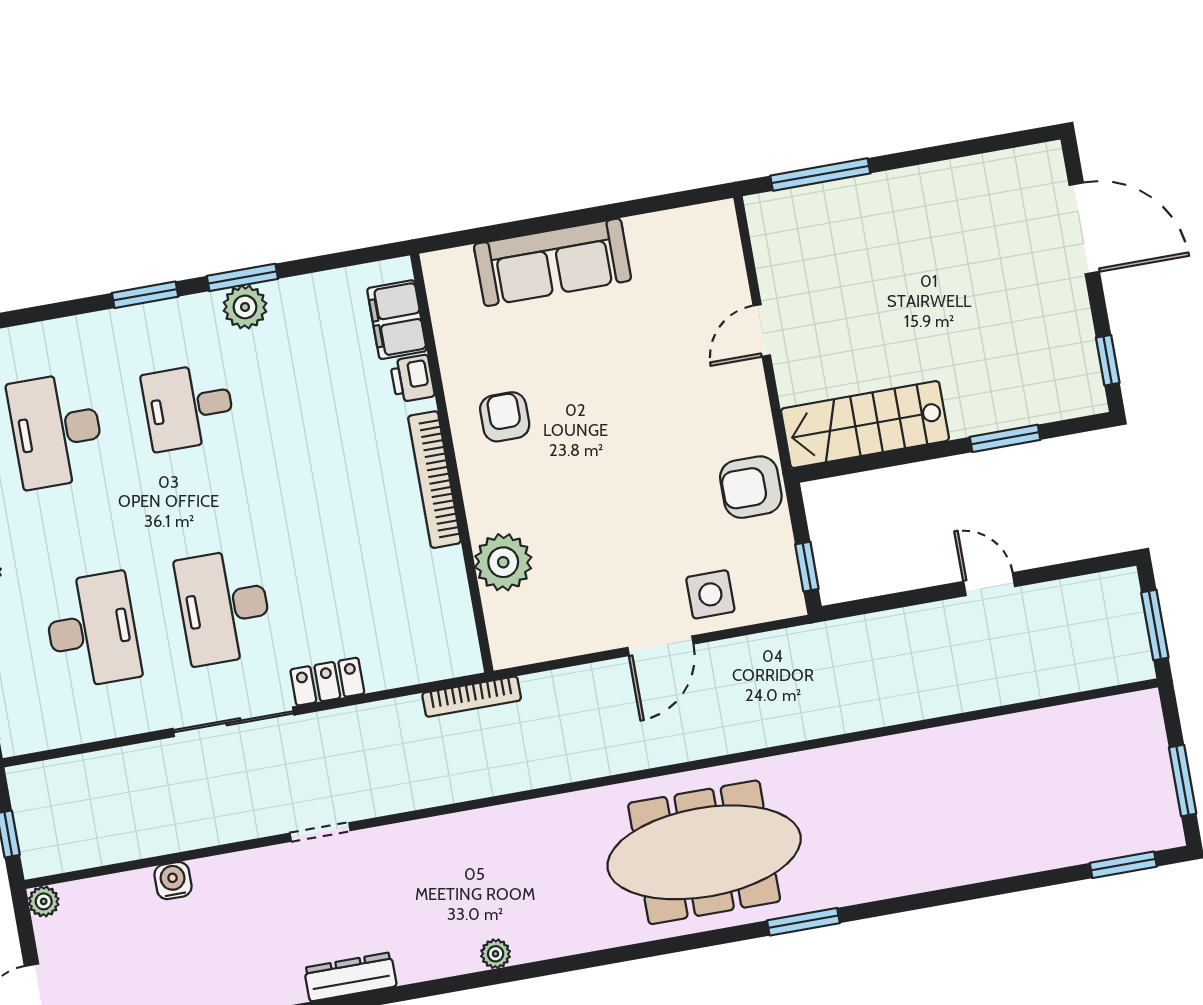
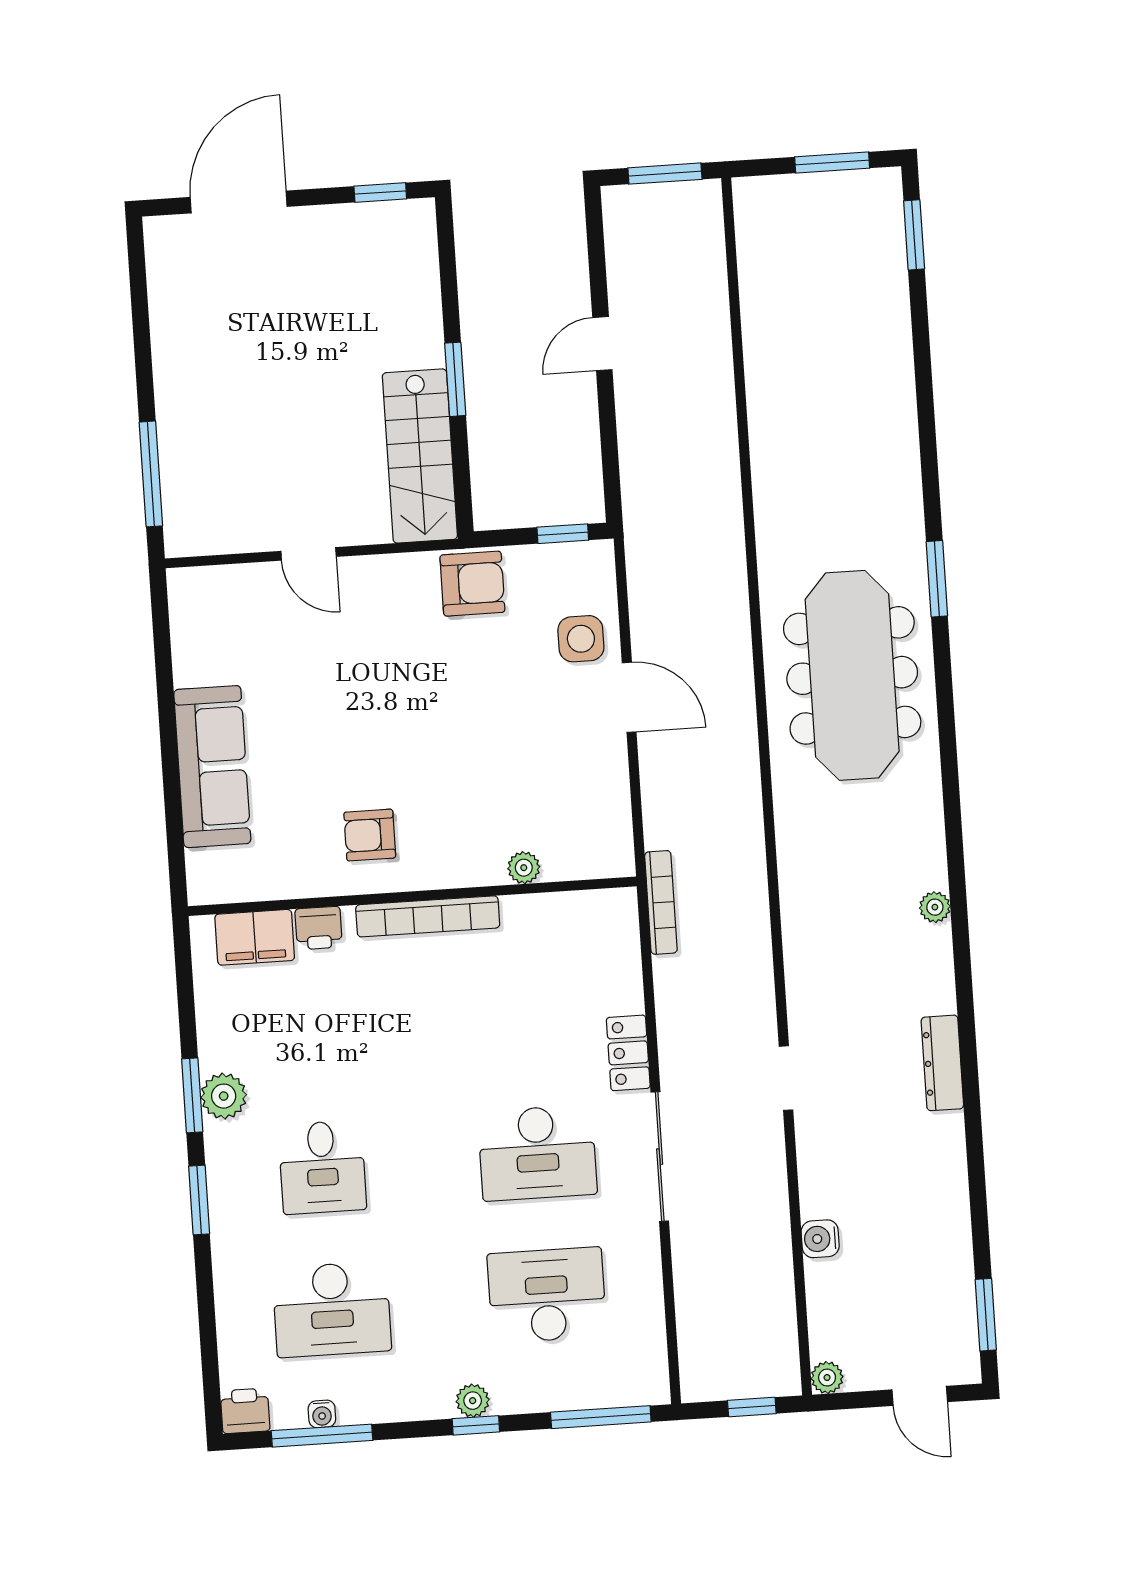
window: (1005, 438) -> (455, 379), moved
armchair: (751, 487) -> (472, 584), turned -90
plant: (503, 562) -> (524, 868), width x0.53, depth x0.53

